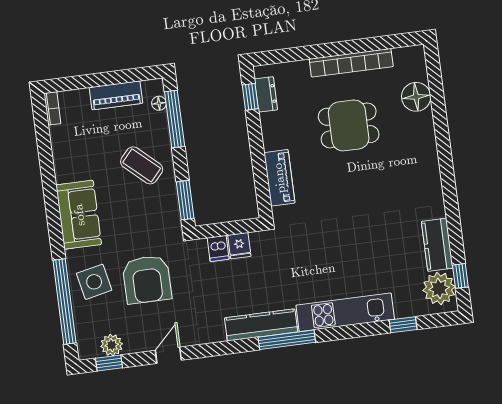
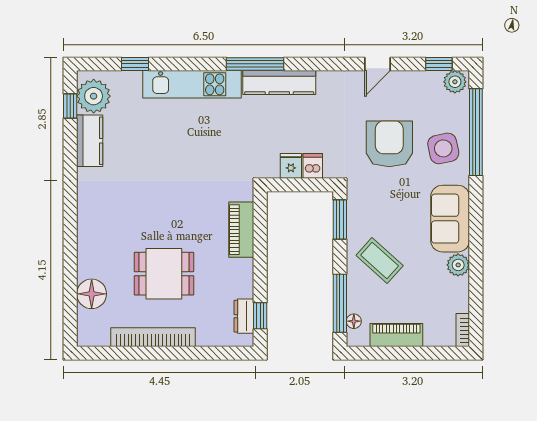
plant: (65, 171) -> (458, 265), added
plant: (112, 345) -> (455, 82), moved

